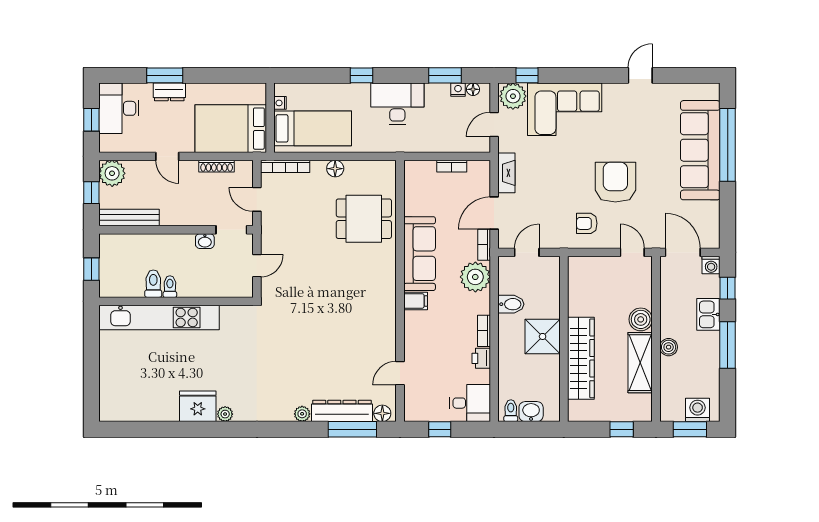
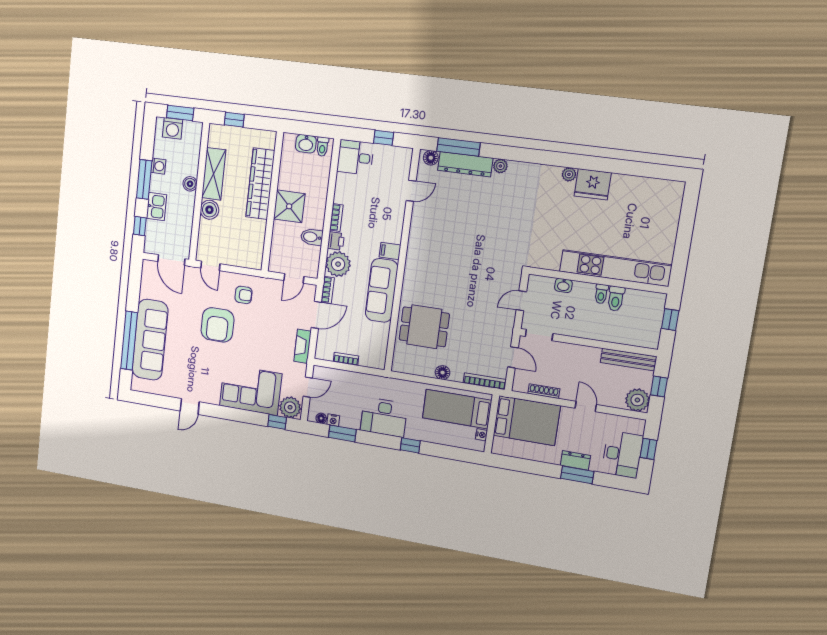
washbasin: (205, 241) -> (563, 285), moved, turned 180
washing machine: (711, 265) -> (158, 166), moved, turned 90
printer: (481, 358) -> (336, 241), moved

